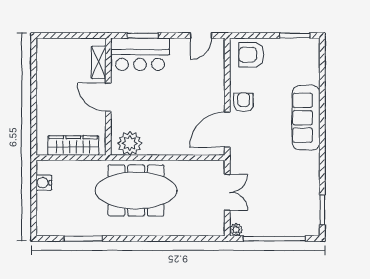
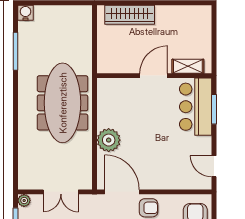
plant: (130, 143) -> (109, 140), moved
wardrobe: (73, 145) -> (130, 15), moved, turned 90
water cooler: (44, 183) -> (25, 13), moved

